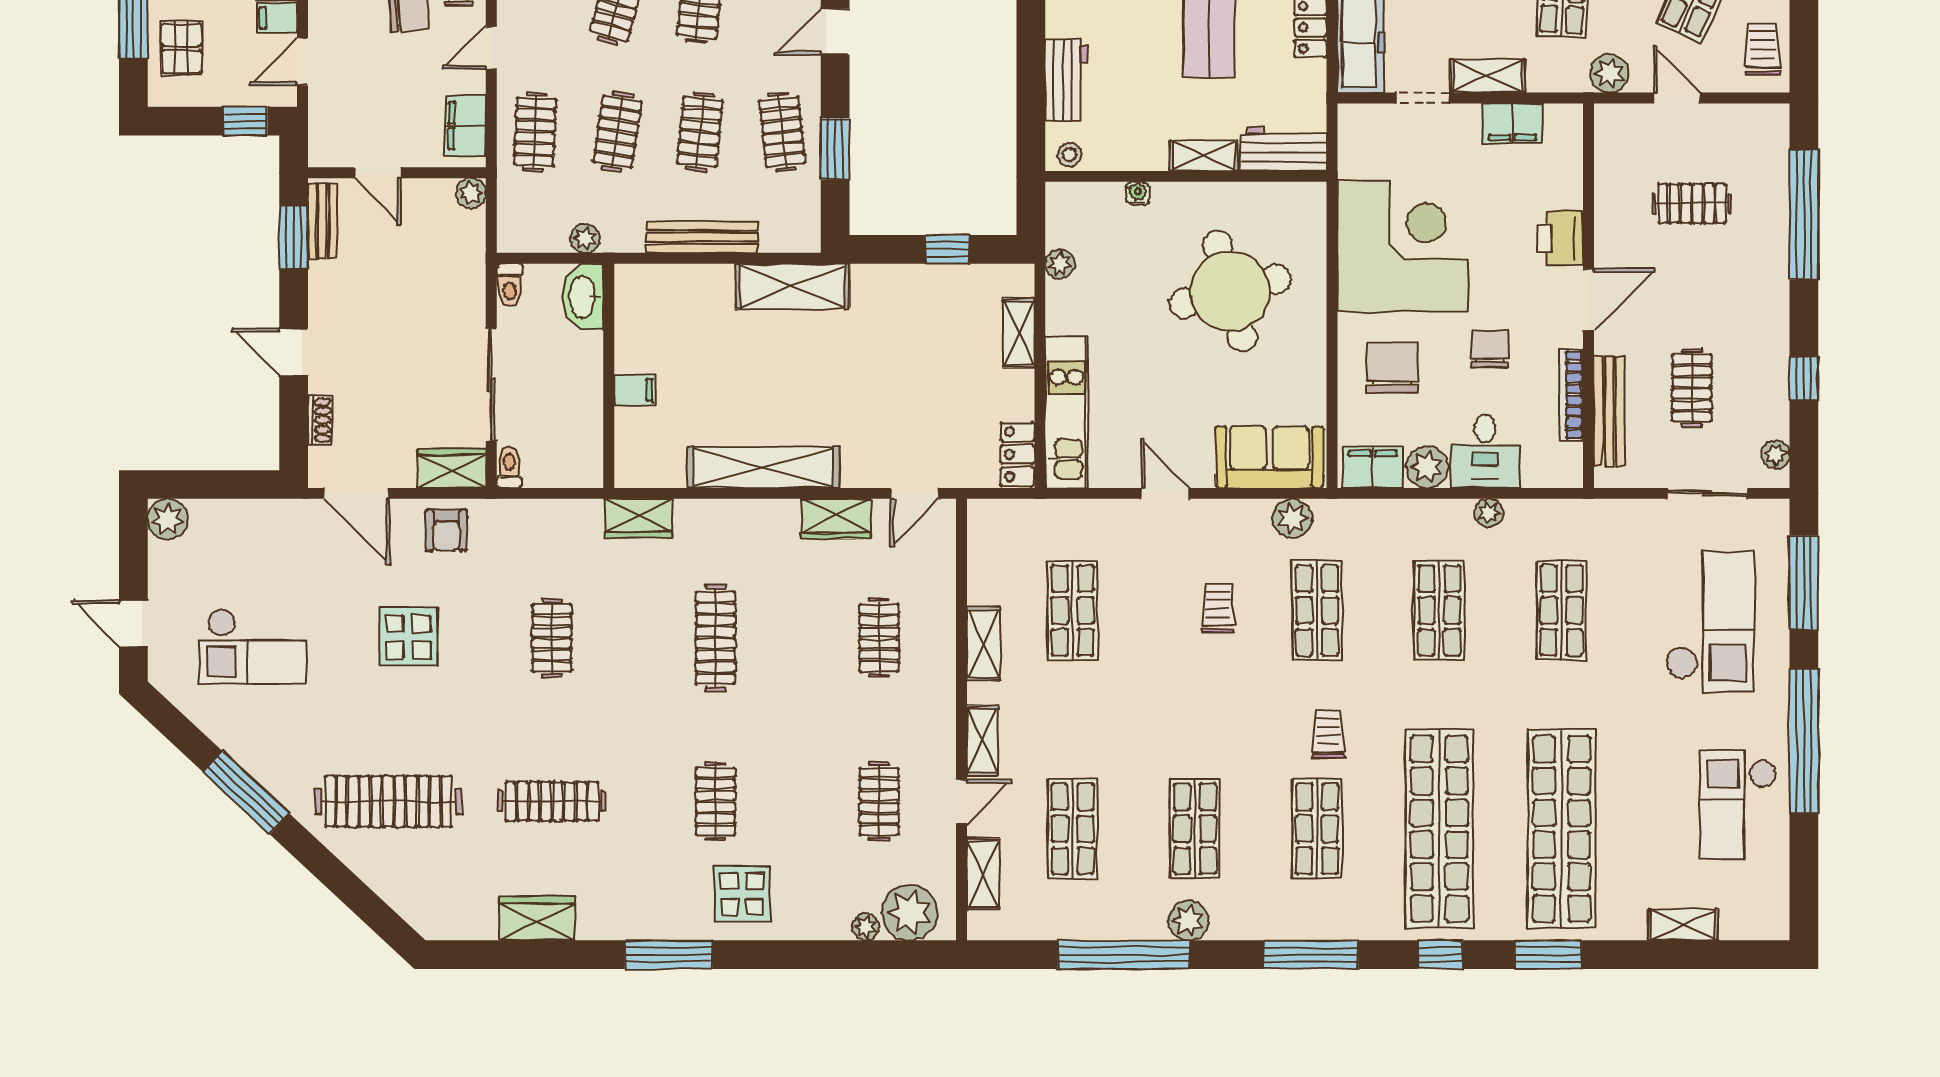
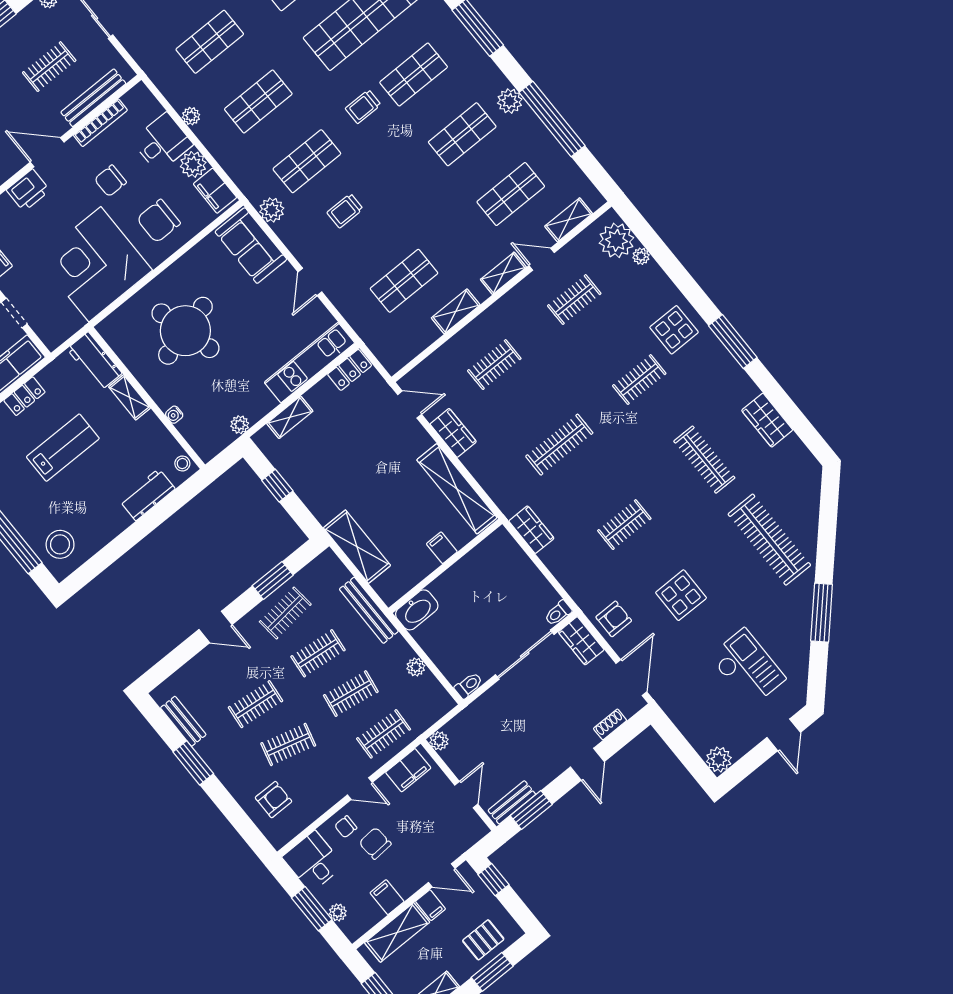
washbasin: (583, 297) -> (417, 610), moved
wall: (609, 376) -> (445, 566), moved
filing cabinet: (635, 390) -> (442, 548), moved

